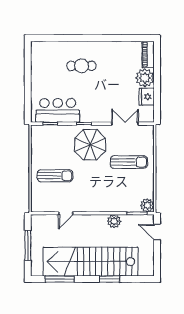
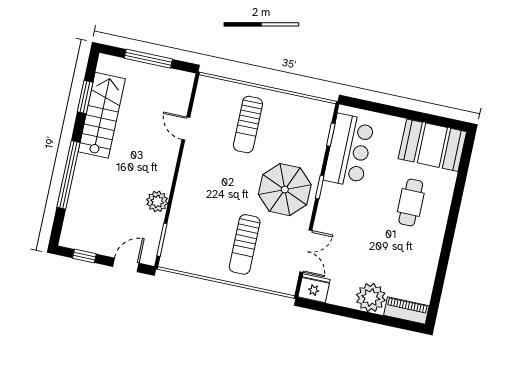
booth: (44, 60) -> (432, 145), added
fridge: (147, 97) -> (314, 288), moved
plant: (147, 205) -> (171, 259), removed
window: (157, 259) -> (84, 256), added
stairs: (91, 262) -> (102, 115), width x0.54, depth x0.66
window: (60, 279) -> (85, 97), width x0.69
window: (109, 279) -> (68, 175), width x2.11

